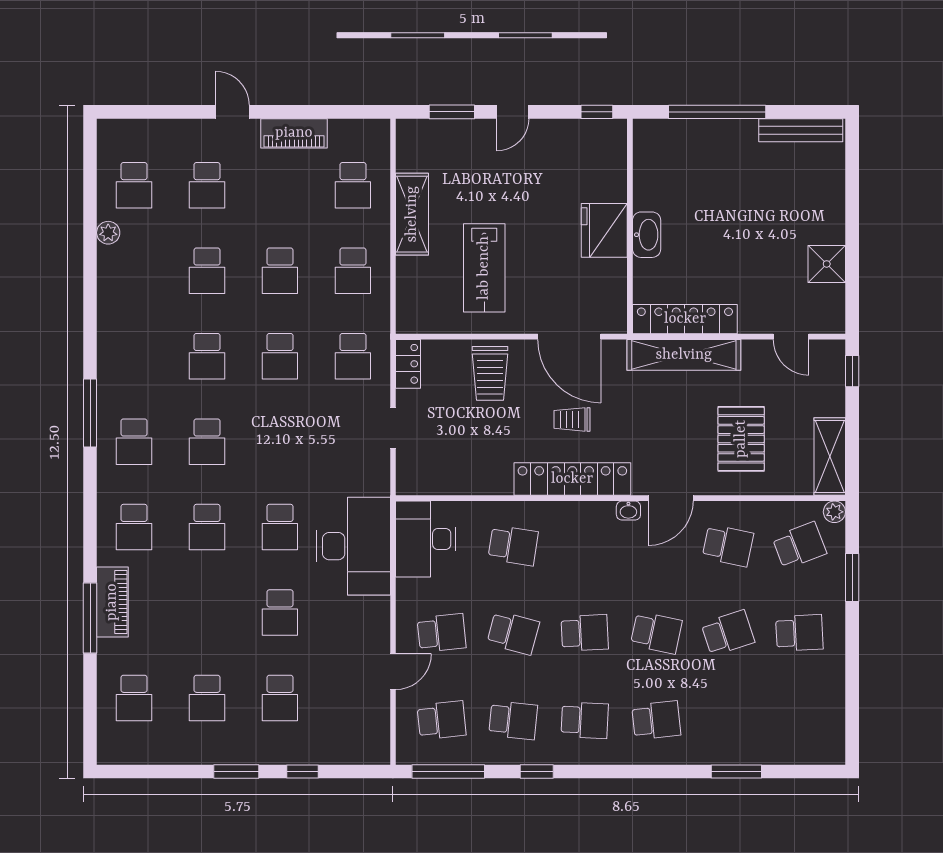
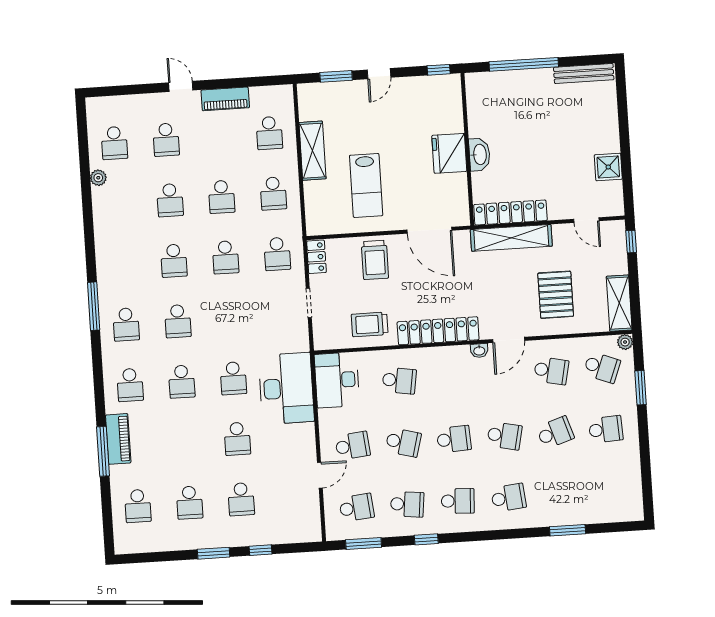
trolley: (572, 419) -> (370, 324), moved, width x1.36, depth x1.39
school desk: (799, 545) -> (602, 367), turned 42
window: (448, 772) -> (364, 544), width x0.69

